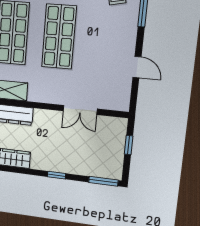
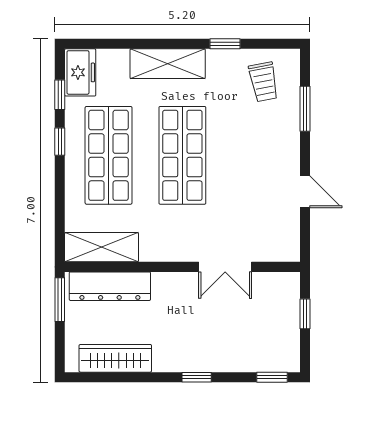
window: (103, 181) -> (272, 377), width x0.67

